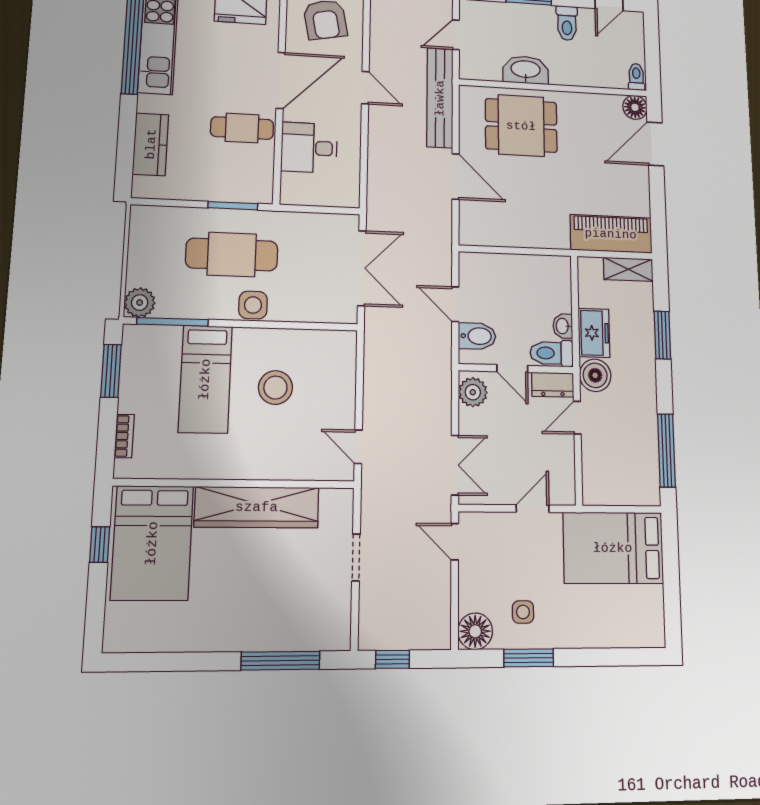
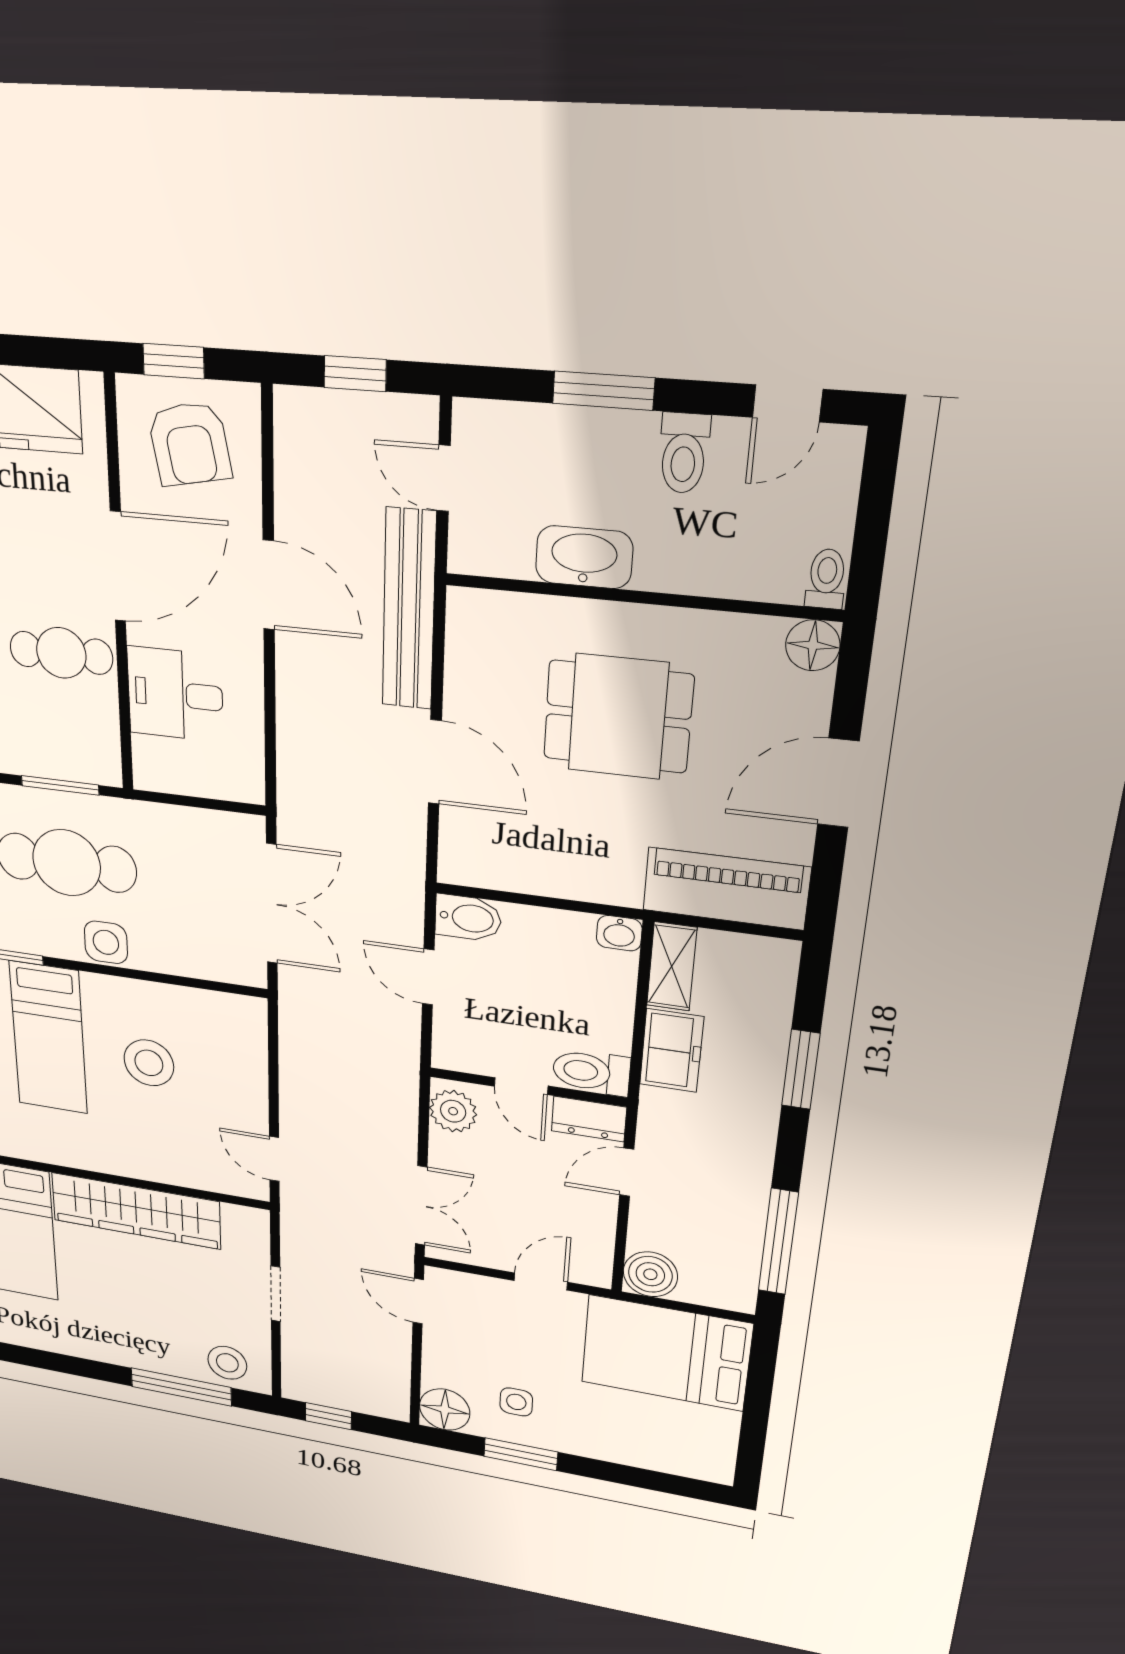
door: (456, 35) -> (444, 478), hinge flipped
door: (365, 88) -> (269, 585), width x1.38
dining table: (521, 126) -> (618, 717), moved
door: (655, 144) -> (838, 783), moved
shelving: (628, 269) -> (672, 966), moved, turned 90
washbasin: (563, 326) -> (619, 933), moved, turned -90
bidet: (477, 336) -> (468, 918), moved
boiler: (595, 375) -> (650, 1274), moved
stool: (318, 628) -> (227, 1363), added

